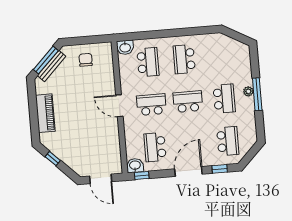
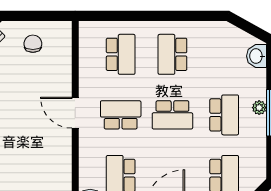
washbasin: (125, 47) -> (257, 56), moved, turned 90
school desk: (188, 102) -> (172, 115), turned 180

